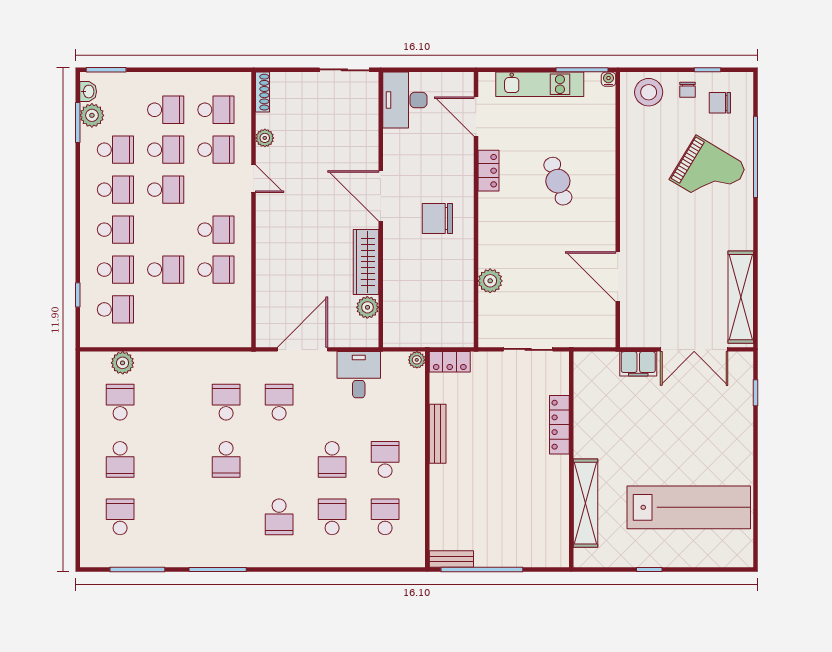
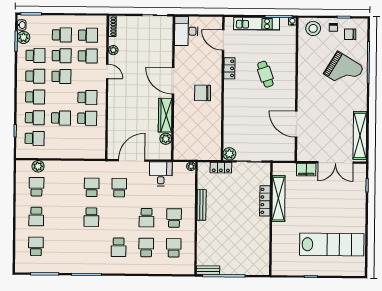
plant: (490, 281) -> (229, 154), moved
locker: (450, 362) -> (221, 168), moved
shelving: (585, 503) -> (278, 199), moved

